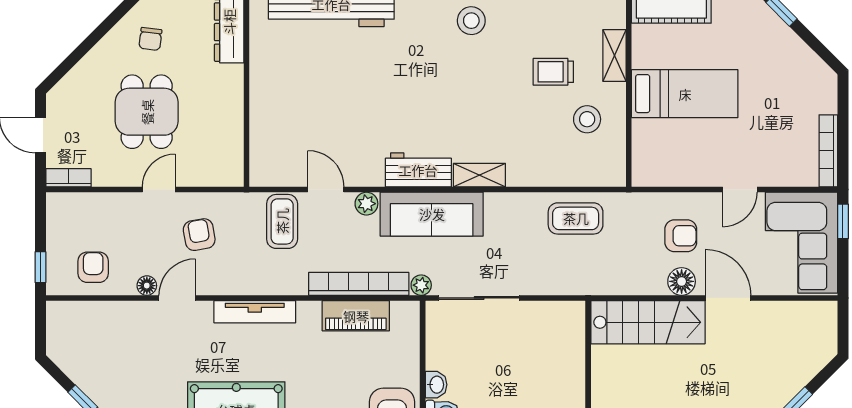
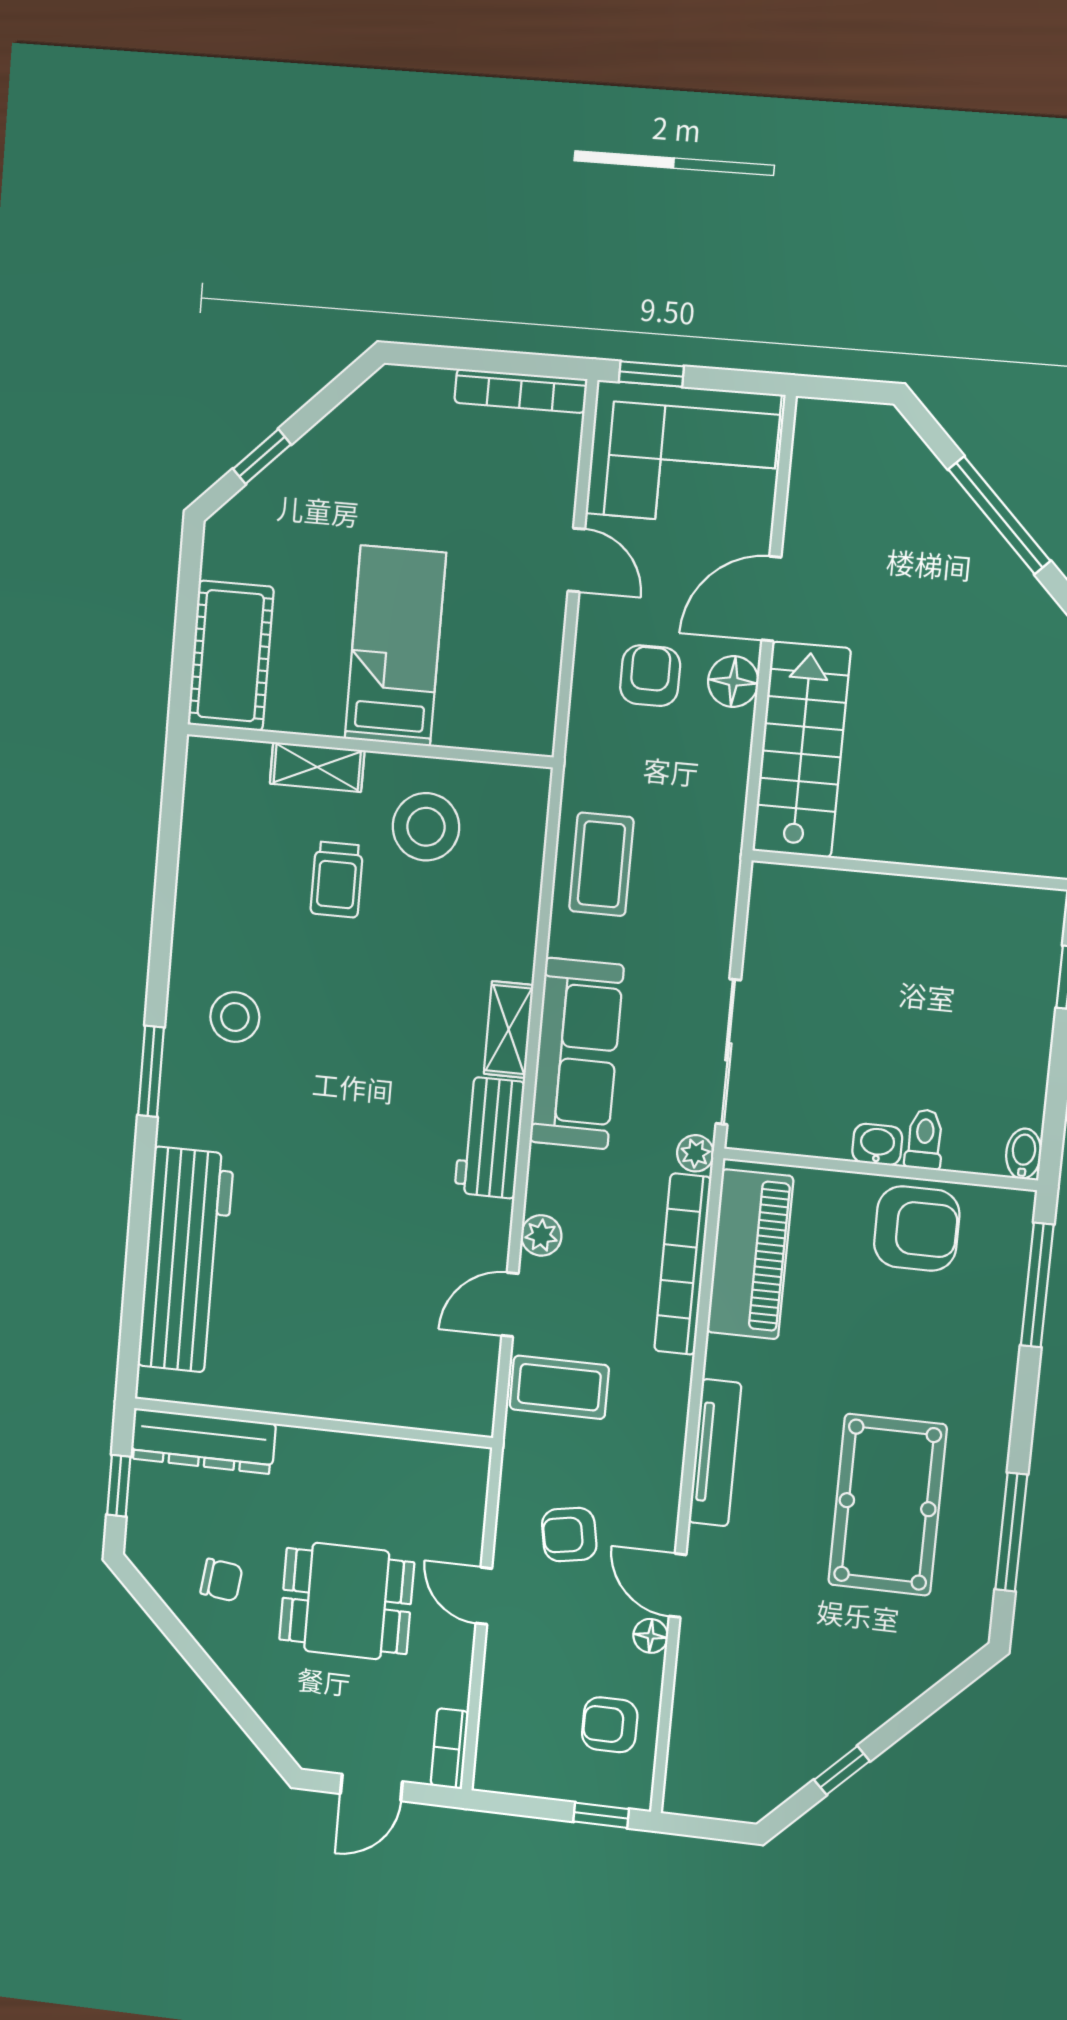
stool: (587, 119) -> (426, 827), width x1.38, depth x1.38
sofa: (432, 214) -> (577, 1054), moved
piano: (356, 316) -> (750, 1254), width x1.37, depth x1.33

